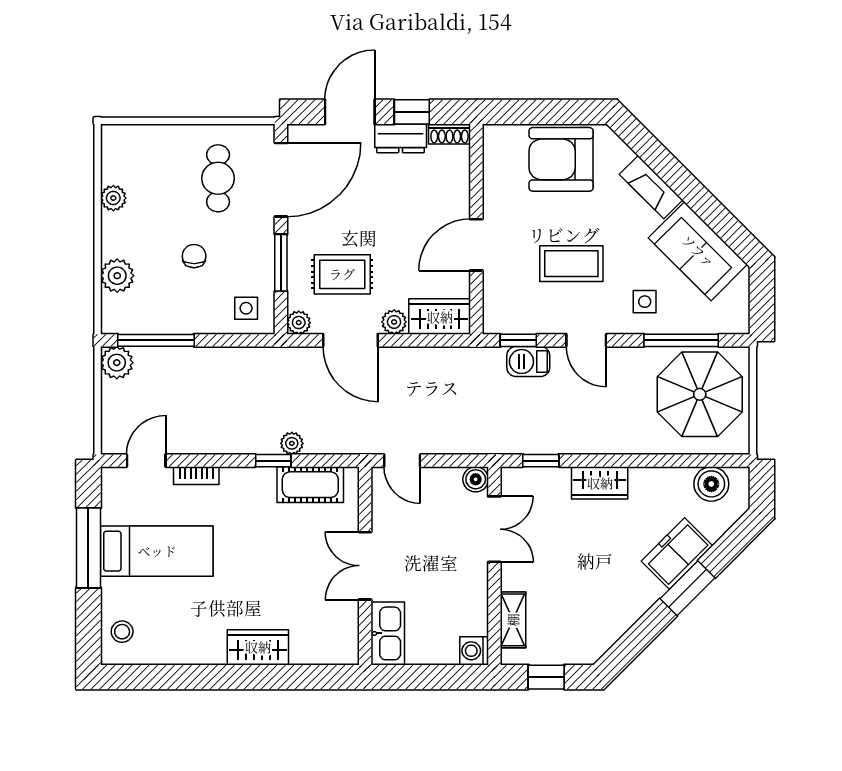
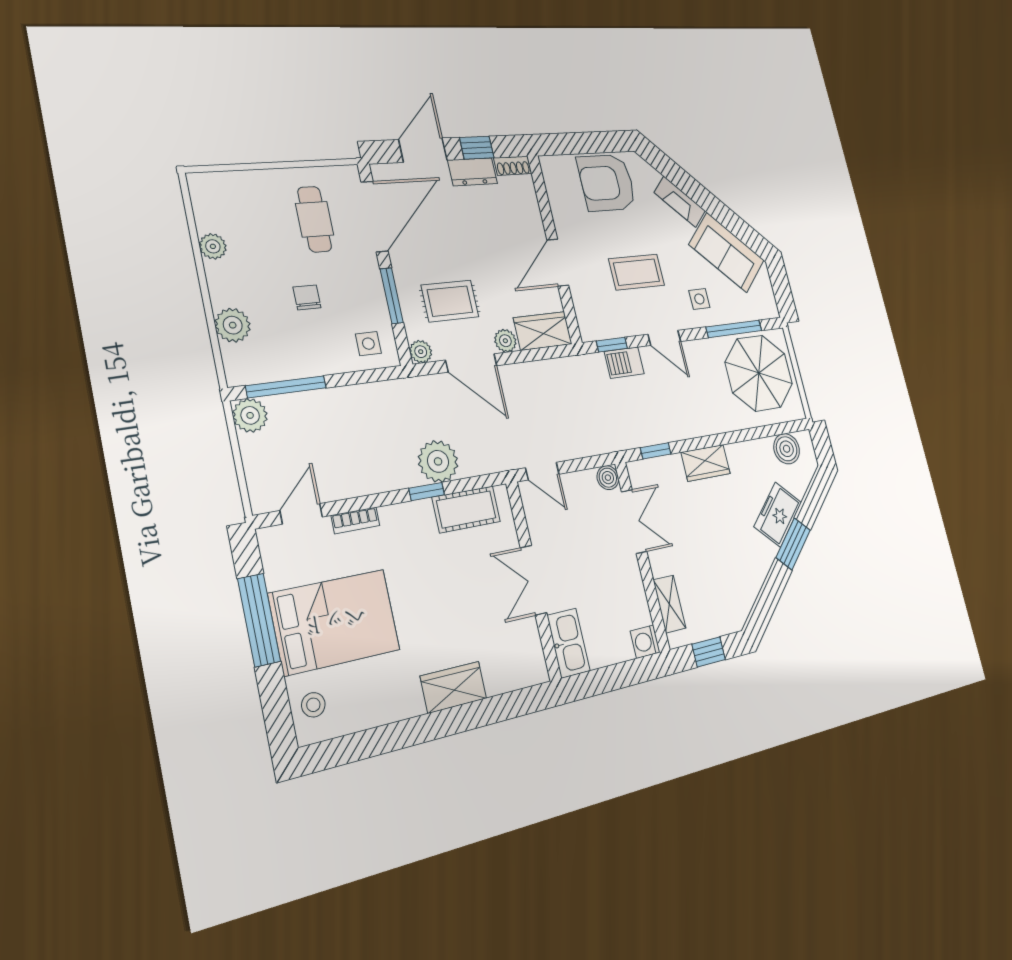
plant: (292, 443) -> (438, 461), width x1.88, depth x1.88
bed: (157, 551) -> (335, 622), width x1.50

